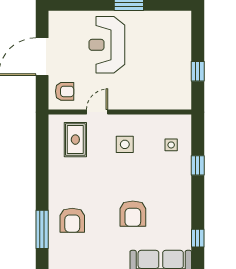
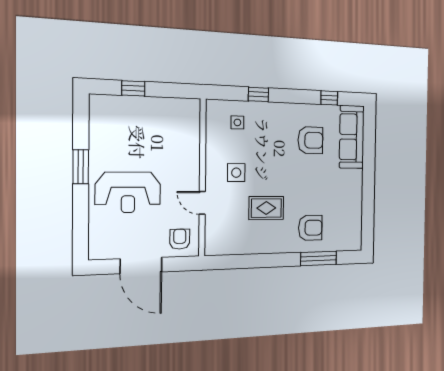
window: (198, 71) -> (133, 88), moved
rug: (75, 140) -> (266, 208), moved
armchair: (133, 214) -> (310, 140), moved

